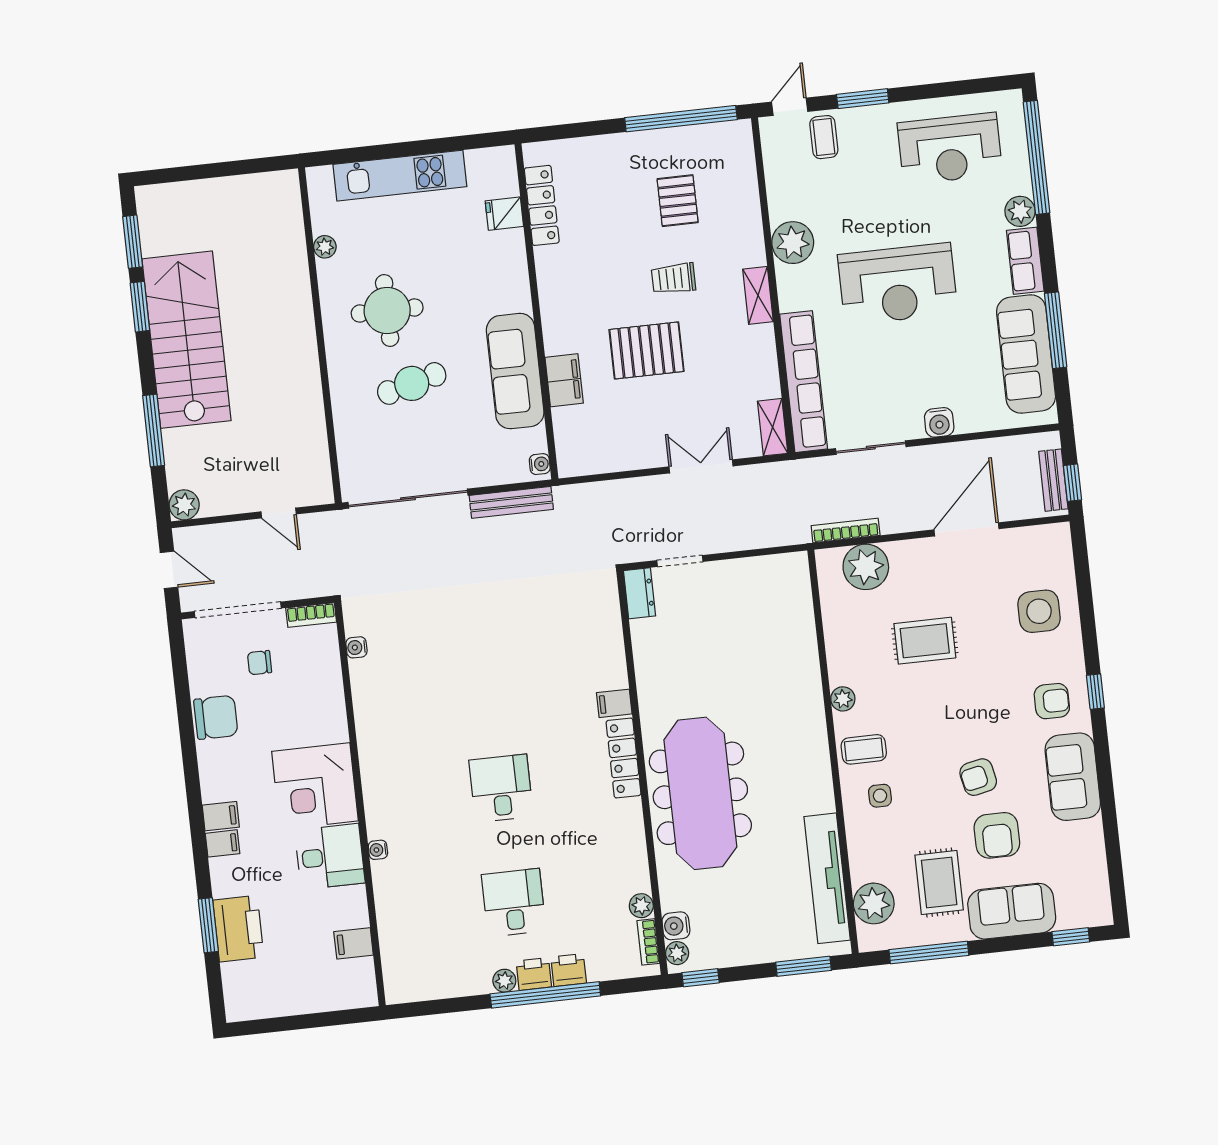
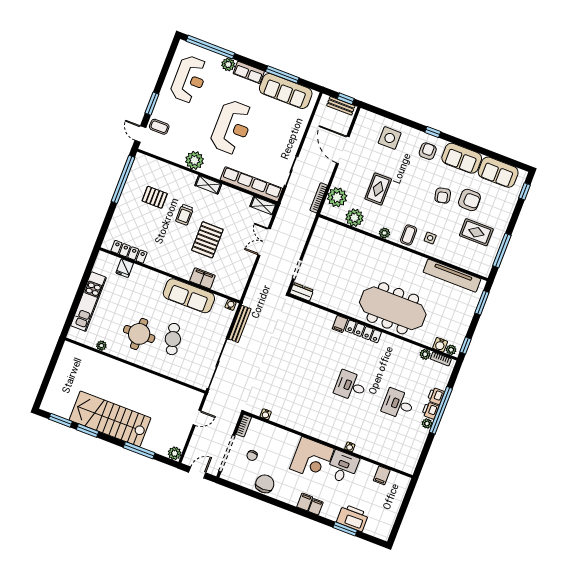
water cooler: (939, 422) -> (295, 139), removed
plant: (874, 903) -> (354, 218), moved
sofa: (1012, 911) -> (498, 172), moved, turned -90

